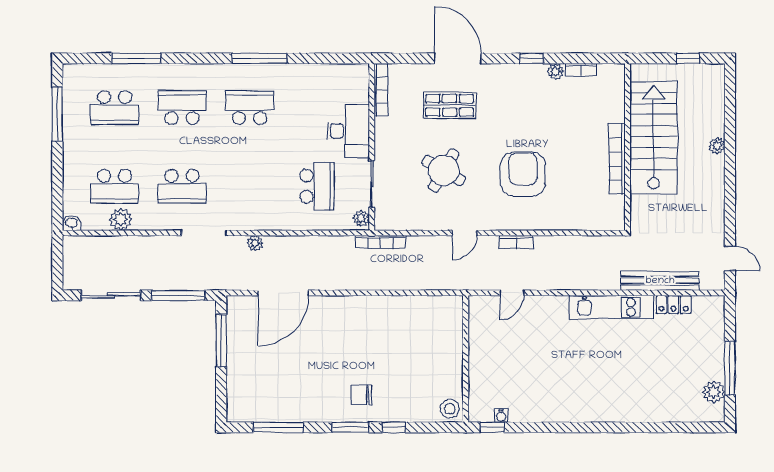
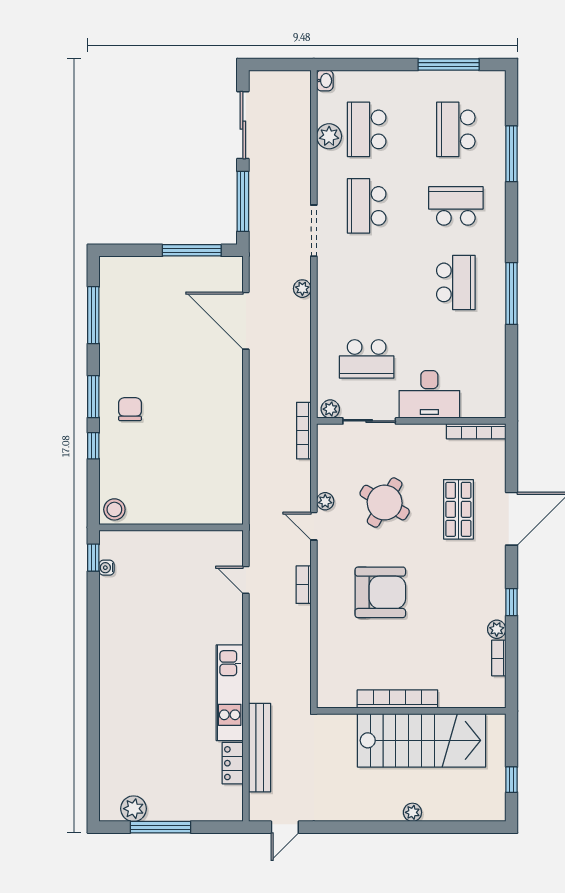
school desk: (182, 108) -> (456, 206), turned -90
plant: (443, 223) -> (325, 501), added

